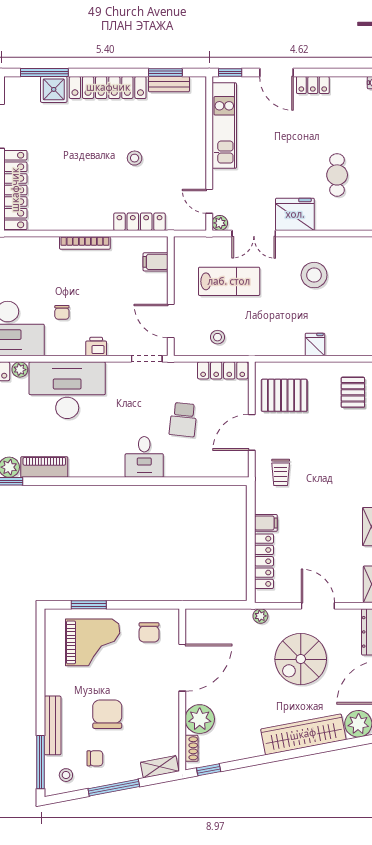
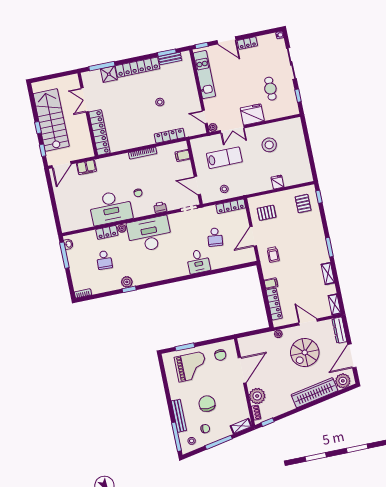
pallet: (284, 395) -> (267, 213), width x0.67, depth x0.71
piano: (44, 467) -> (146, 278), removed

